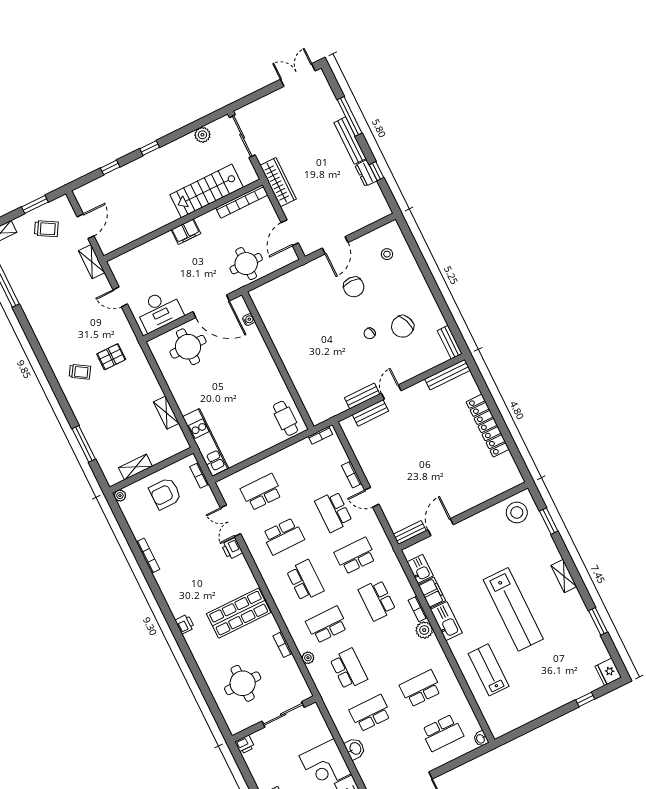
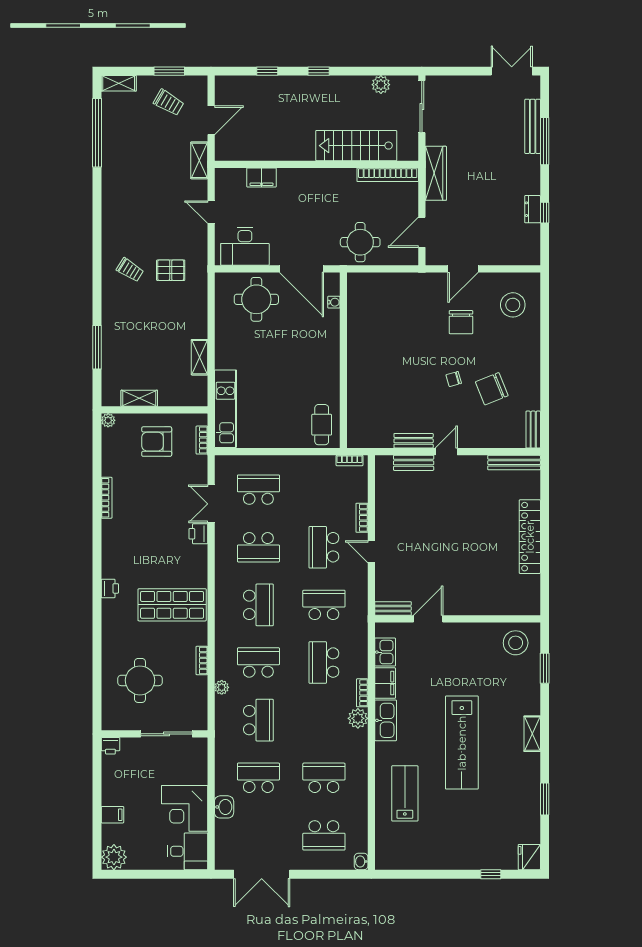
bench: (350, 141) -> (533, 126), moved
filing cabinet: (186, 232) -> (262, 178), moved
stool: (387, 254) -> (513, 305), width x1.89, depth x1.89

